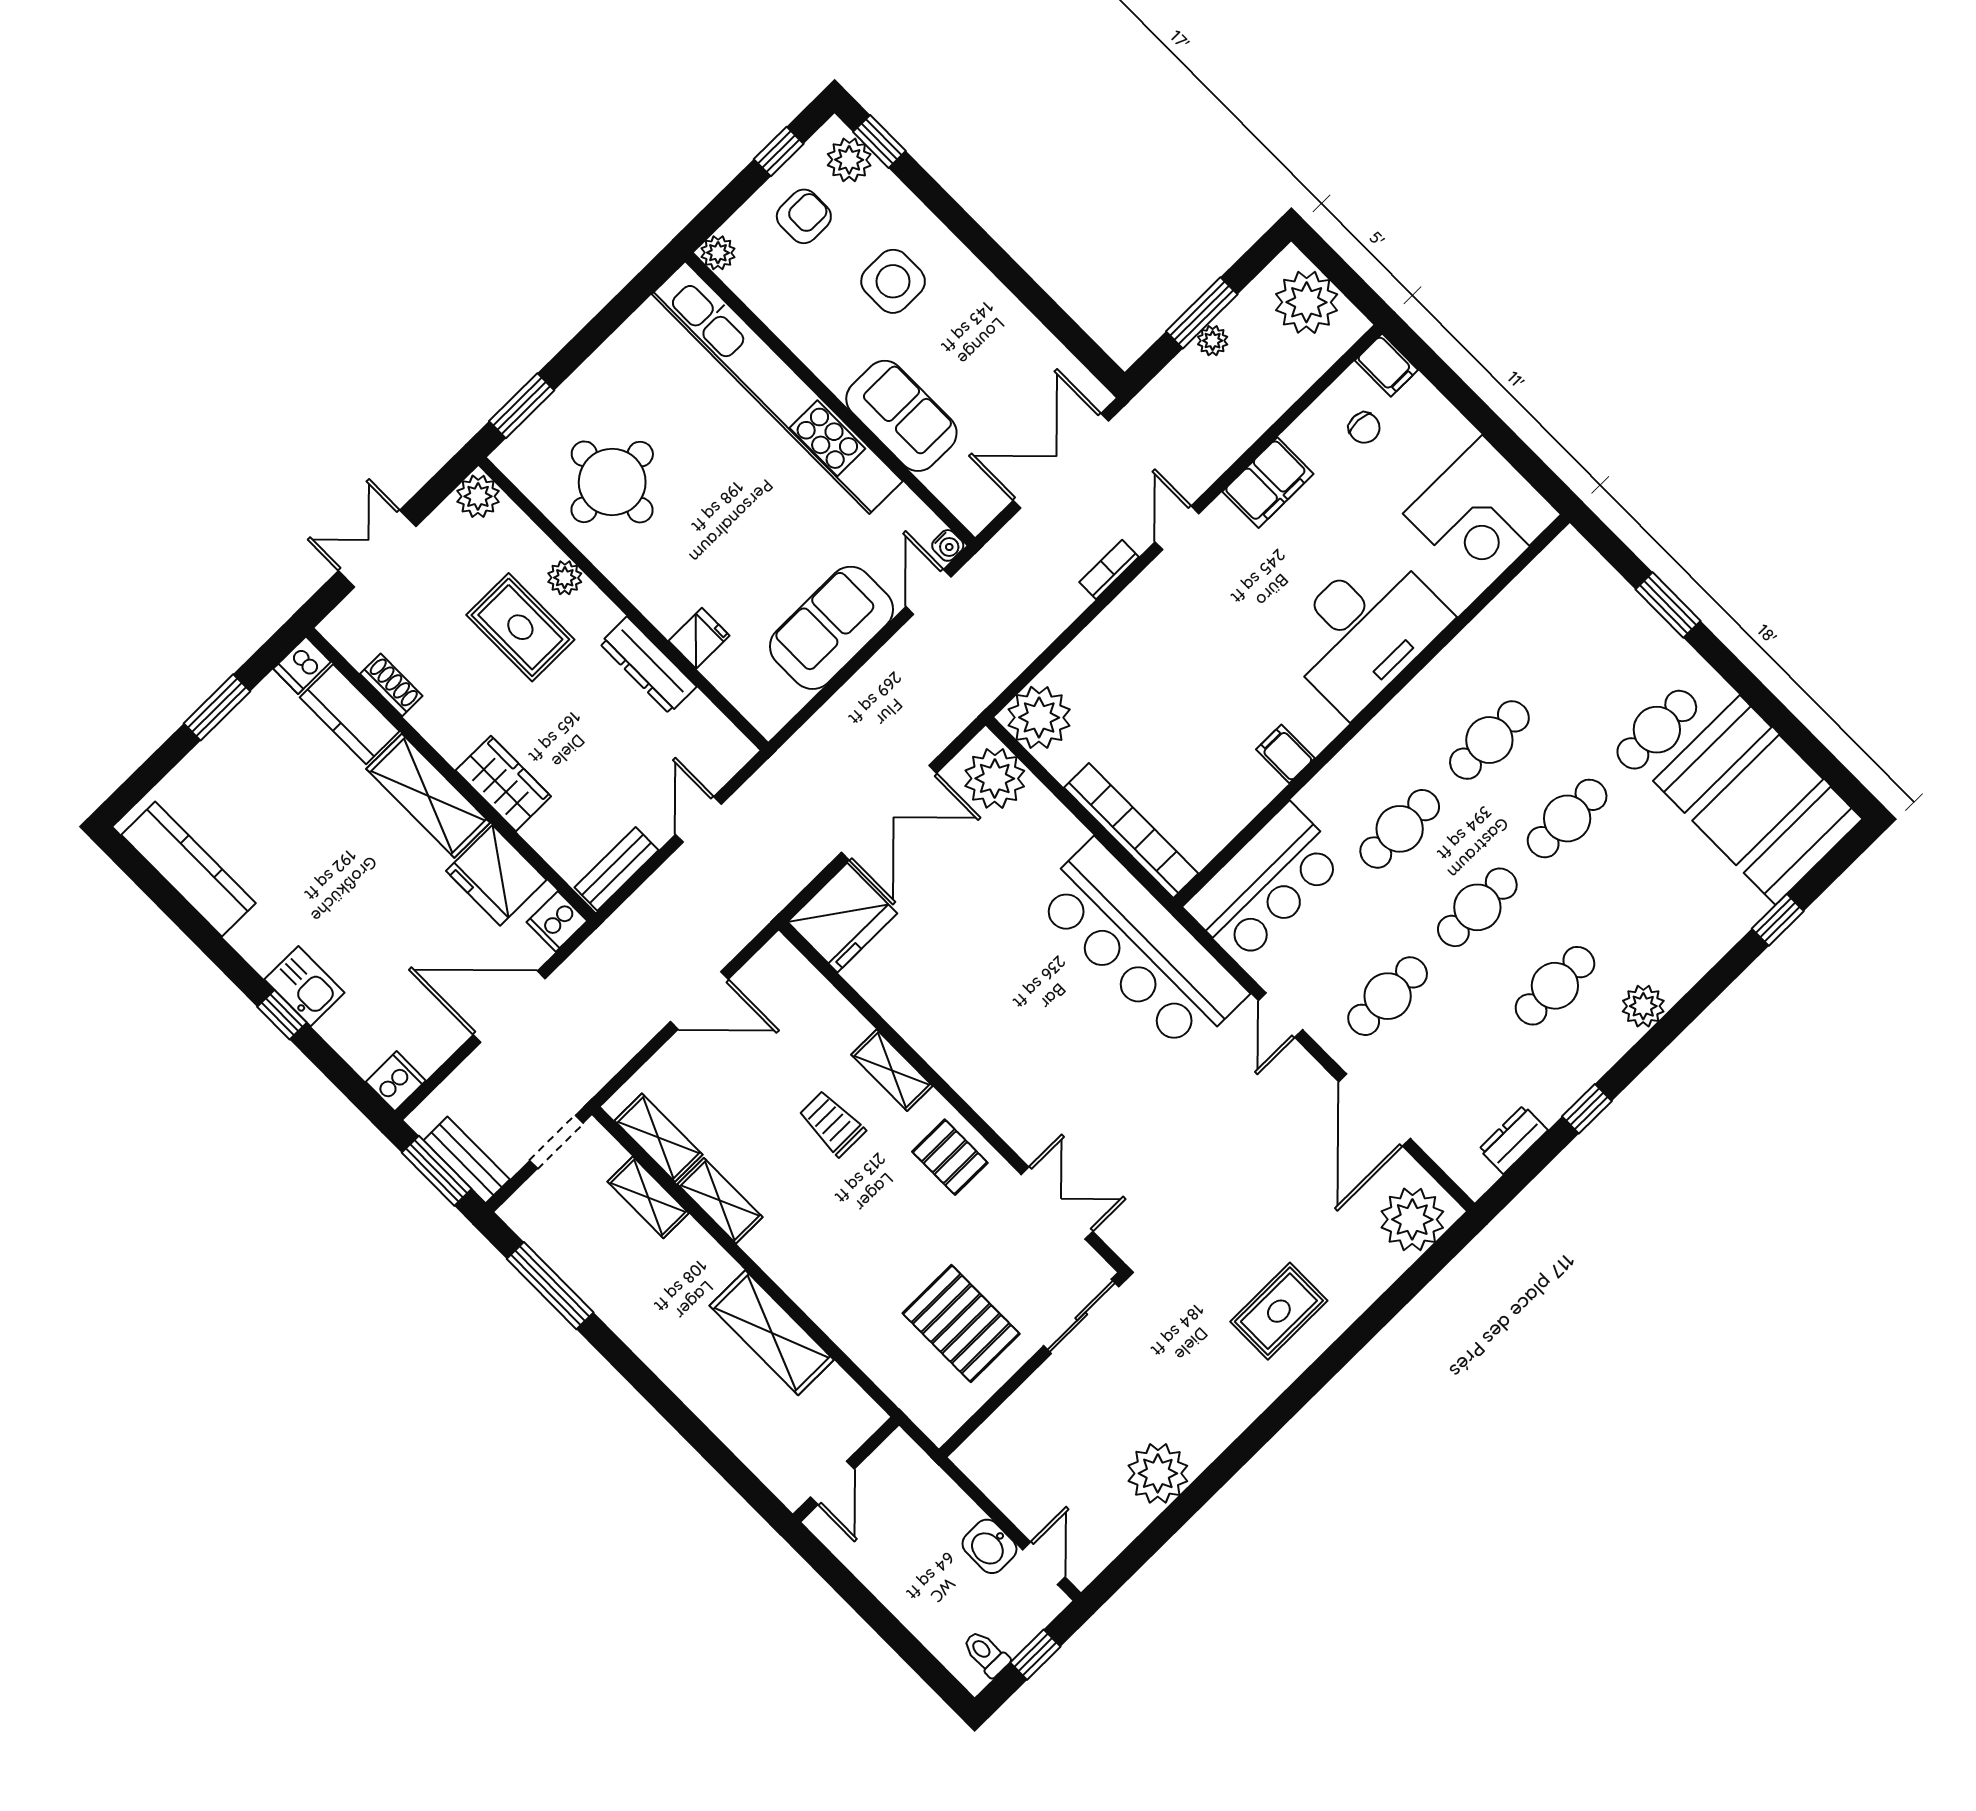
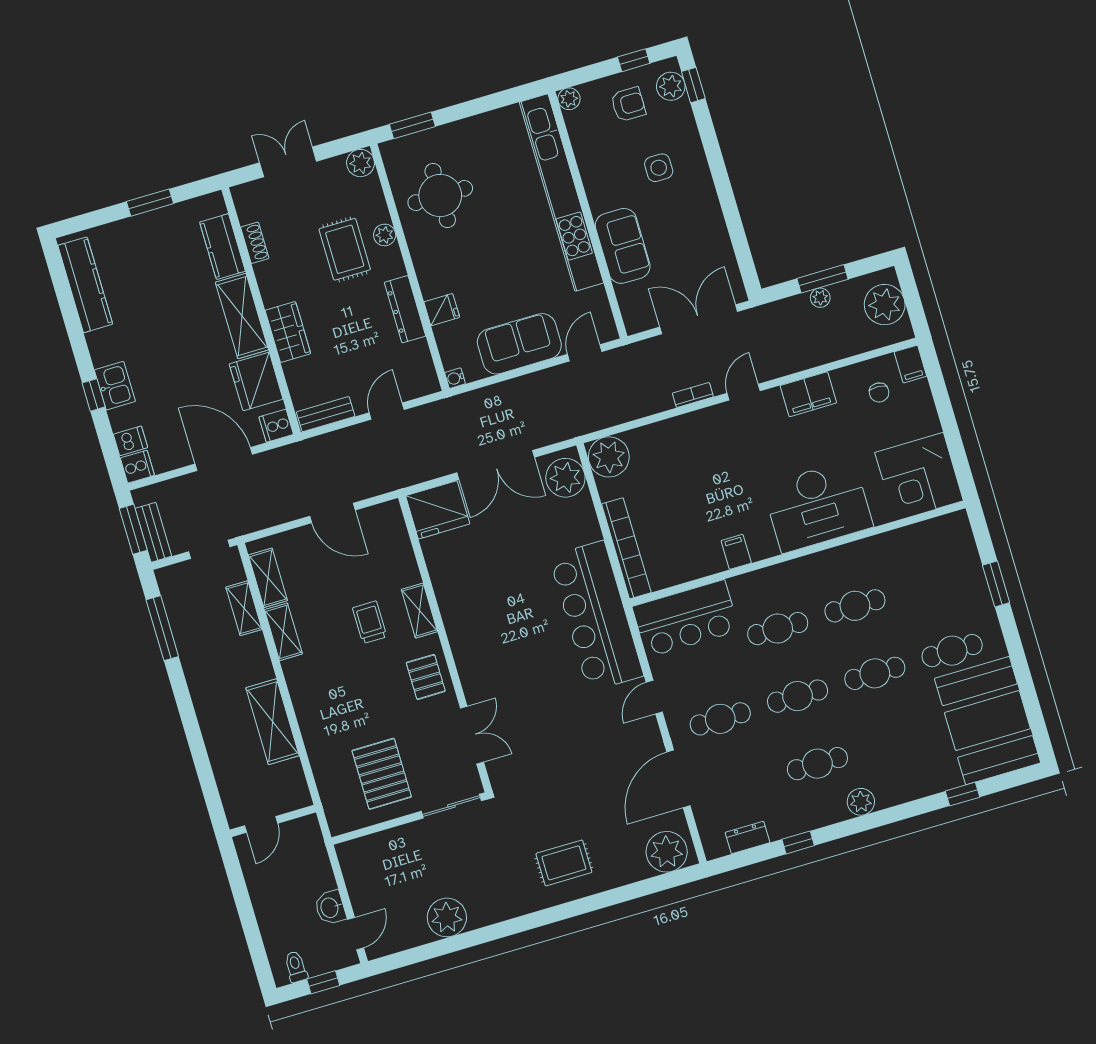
side table: (893, 281) -> (659, 168), width x0.73, depth x0.73
water cooler: (948, 545) -> (455, 378), moved, turned 90
dishwasher: (302, 665) -> (131, 441), moved, turned 180

